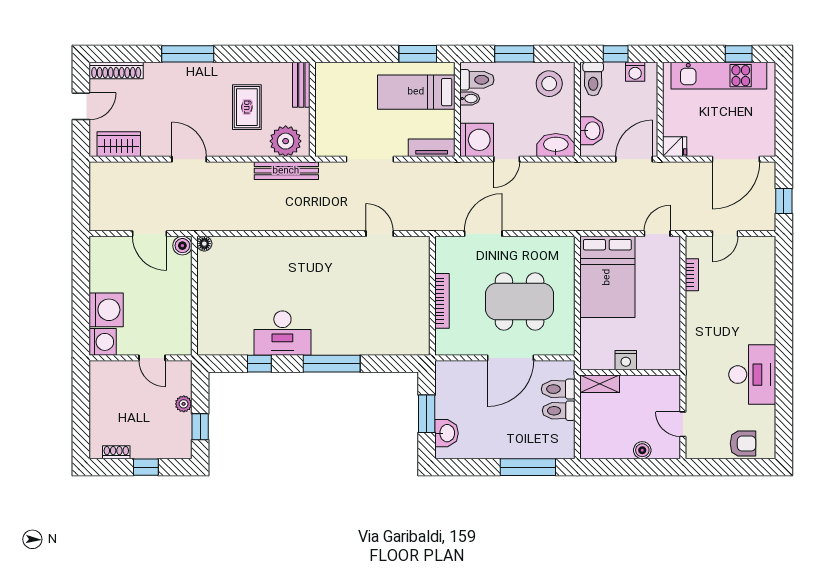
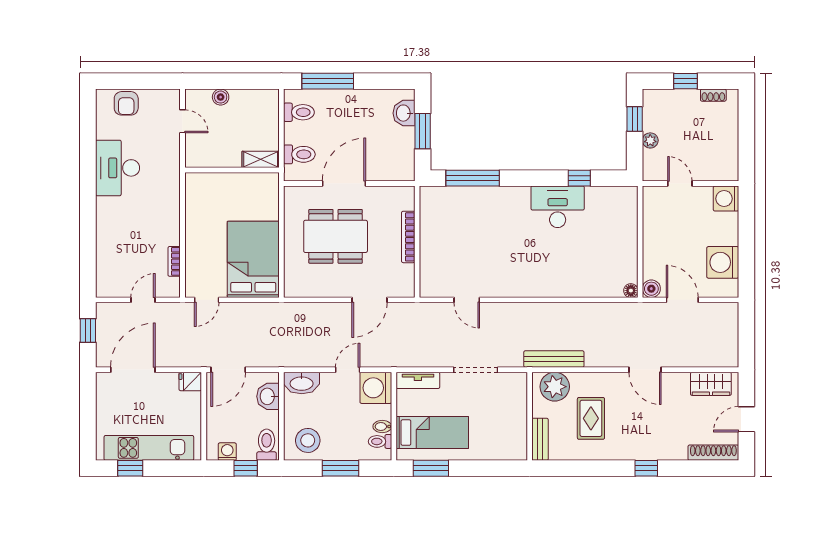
window: (188, 54) -> (646, 468), width x0.46
toilet: (477, 80) -> (380, 441), width x0.73, depth x0.72
washing machine: (106, 310) -> (723, 262), moved
nightstand: (626, 360) -> (236, 181), removed
window: (332, 364) -> (473, 178), moved
toilet: (559, 411) -> (299, 112), moved
armchair: (743, 444) -> (126, 103), turned -90

